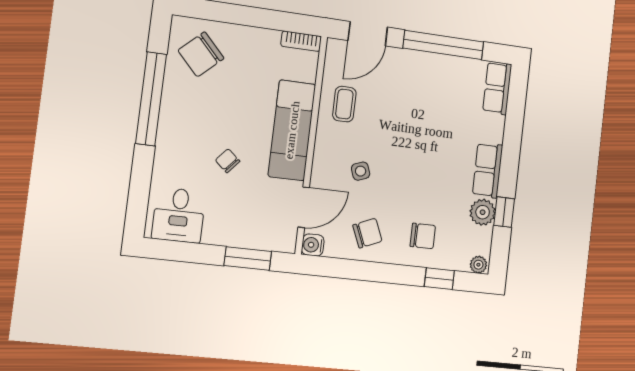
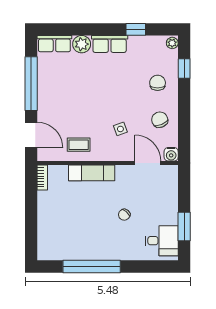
chair: (201, 54) -> (60, 239), removed
exam couch: (292, 130) -> (92, 173), width x0.73, depth x0.69
plant: (483, 212) -> (82, 44), moved
window: (248, 259) -> (184, 227), moved

